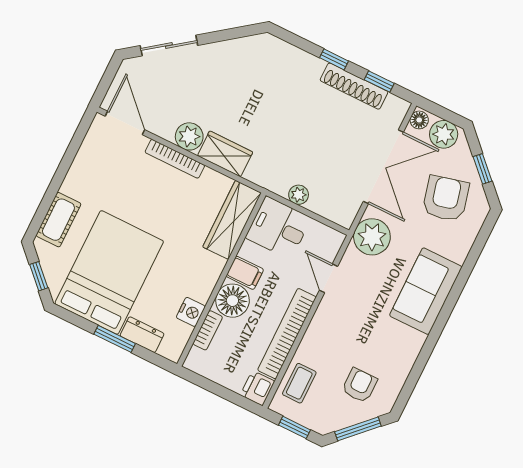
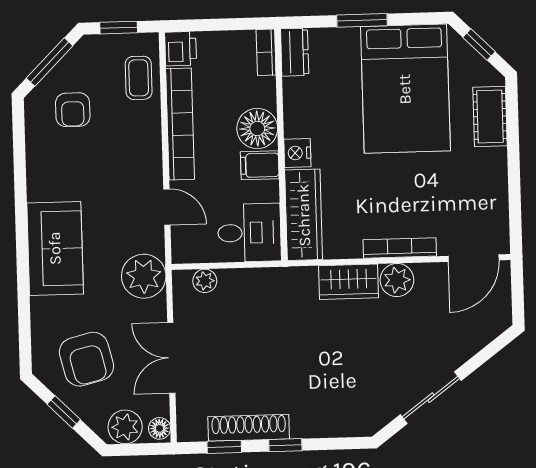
sliding door: (169, 46) -> (431, 398), moved
door: (125, 123) -> (474, 258), hinge flipped
double door: (383, 167) -> (171, 358), width x0.73
plant: (299, 195) -> (205, 281), moved
nightstand: (191, 312) -> (297, 153), moved
bookcase: (208, 330) -> (266, 52), moved
dresser: (142, 335) -> (295, 52), moved, turned -90

